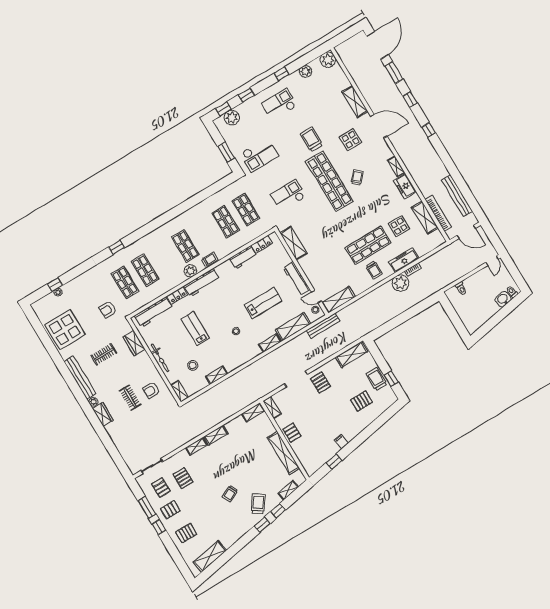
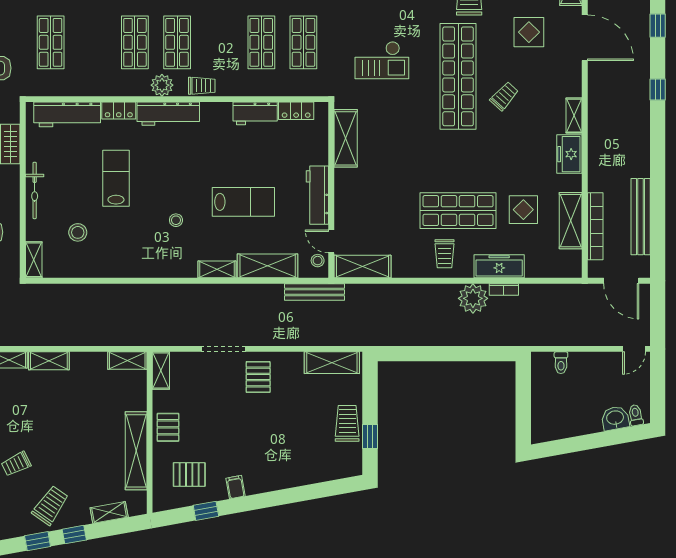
checkout: (288, 195) -> (382, 60), turned 180
shop shelf: (145, 270) -> (135, 42), moved
shelving: (217, 375) -> (105, 270), removed
pallet: (362, 401) -> (189, 475), moved

